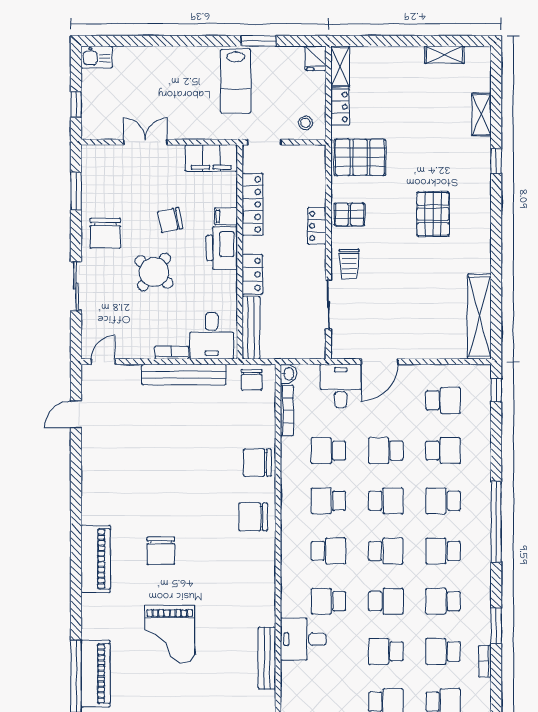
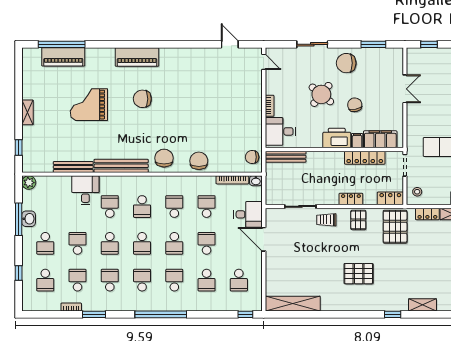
filing cabinet: (211, 158) -> (380, 139), moved, turned 90
locker: (252, 274) -> (390, 198), moved, turned 180
bench: (184, 375) -> (121, 166), moved, turned 90

